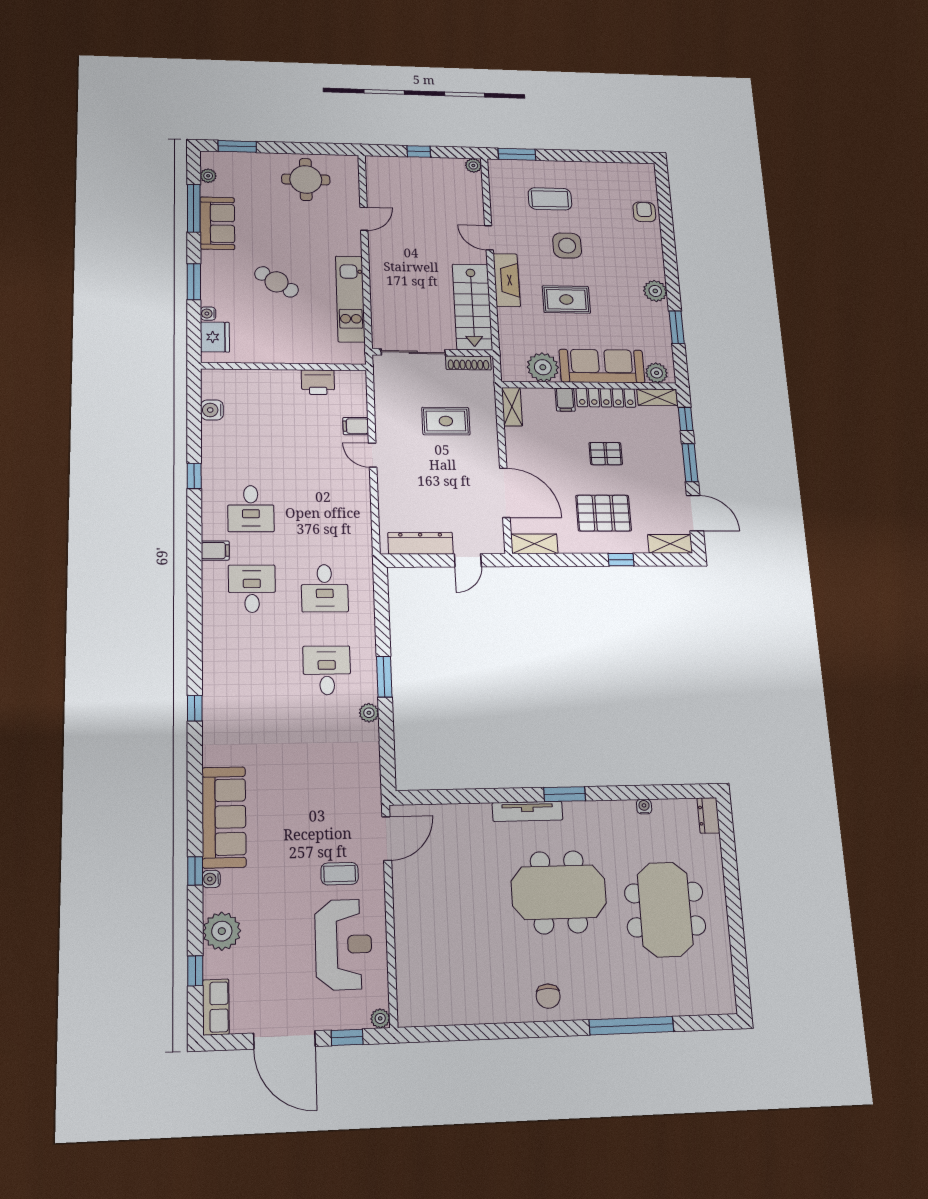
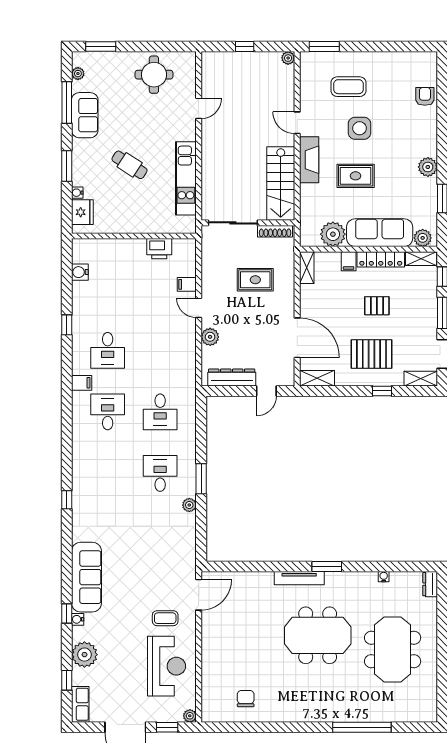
plant: (389, 492) -> (210, 337), added
chair: (548, 996) -> (246, 699), moved, turned 180

